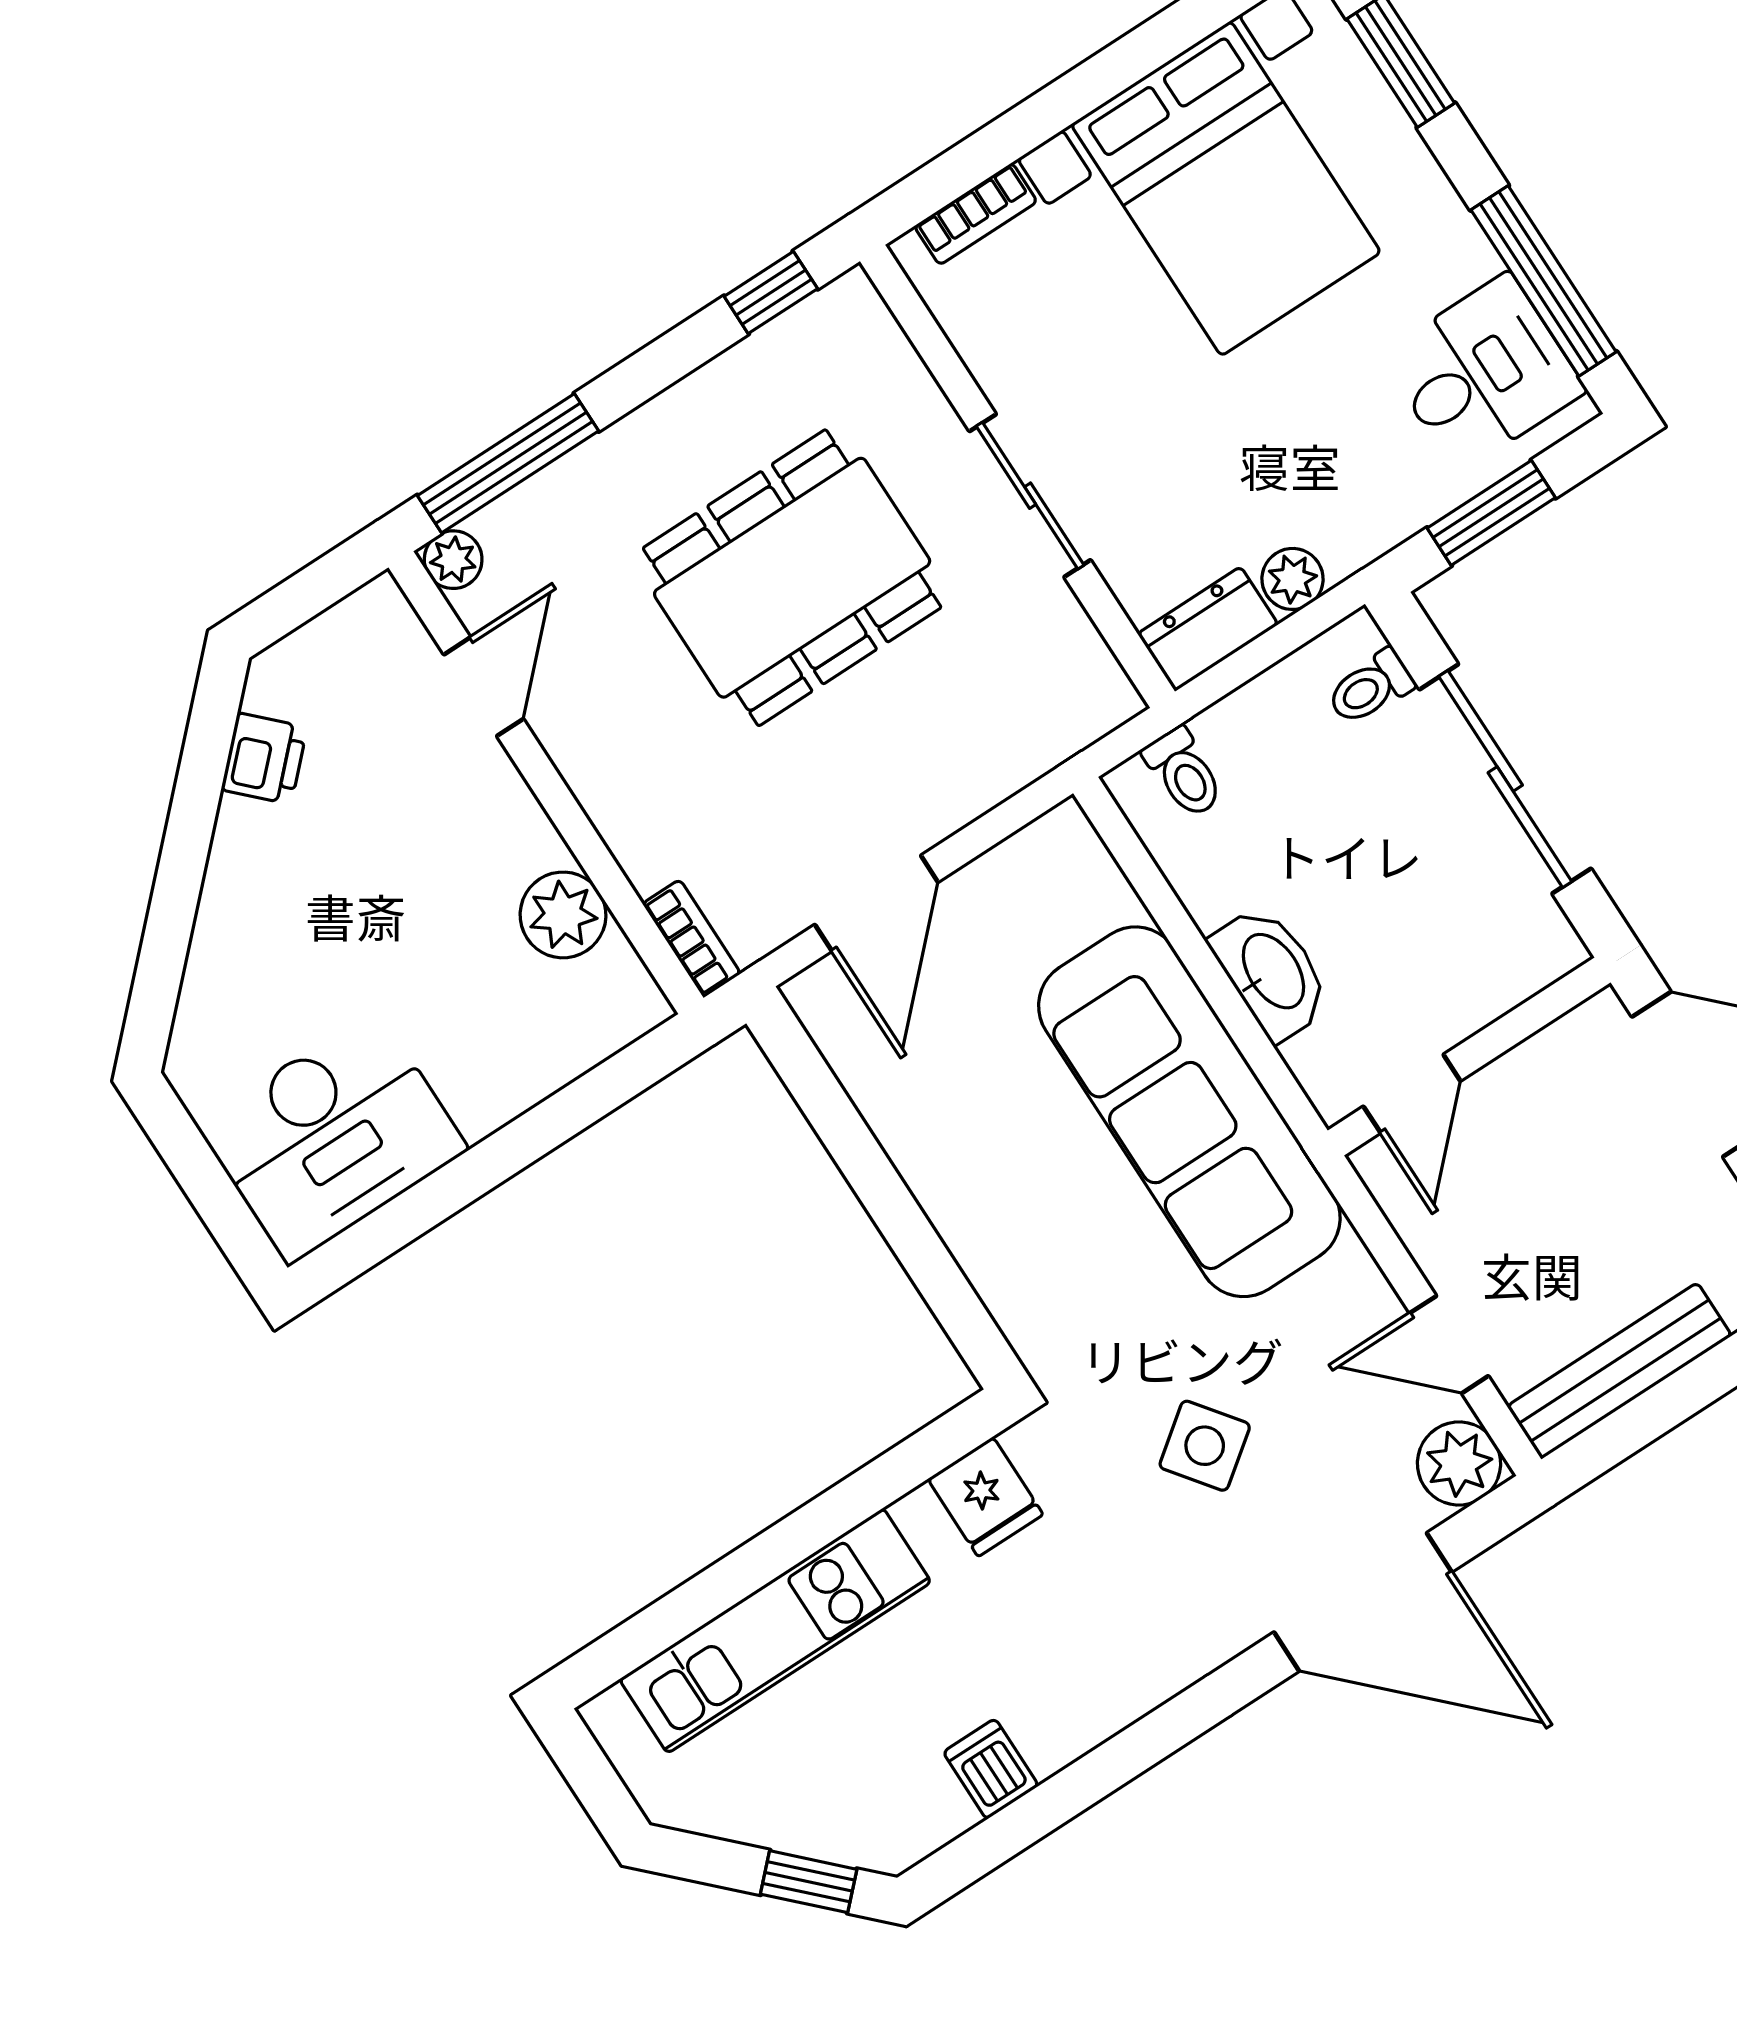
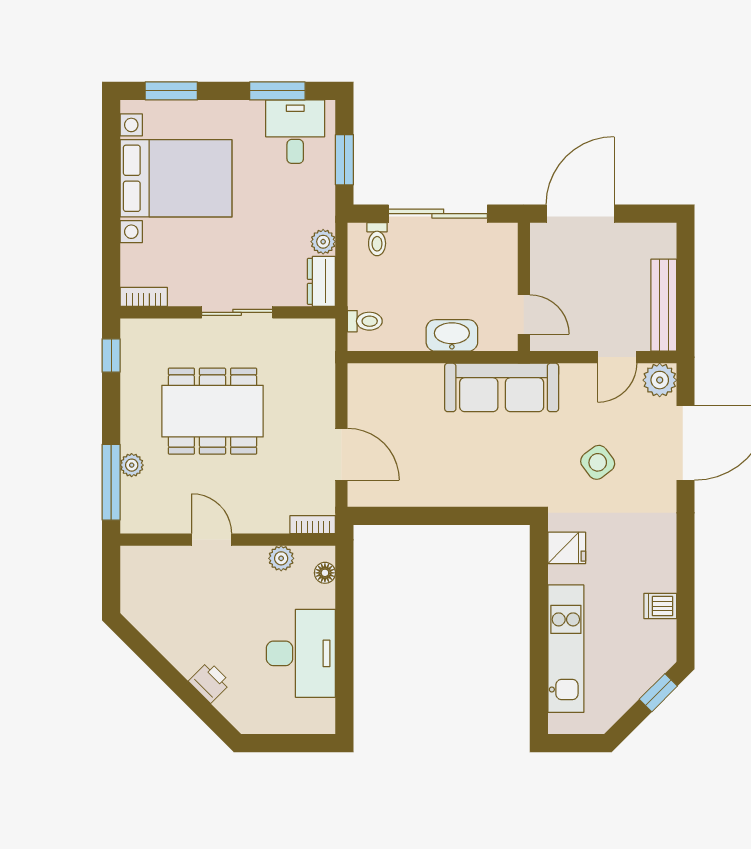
bookcase: (976, 214) -> (144, 297), moved, turned -90
window: (1543, 281) -> (277, 91), width x0.69
plant: (453, 560) -> (132, 465), moved
dining table: (792, 578) -> (212, 411), turned 90
door: (484, 687) -> (212, 540), moved
printer: (264, 758) -> (210, 682), moved
plant: (563, 915) -> (281, 558), width x0.73, depth x0.73
floor lamp: (608, 1029) -> (325, 573), added
sofa: (1189, 1112) -> (502, 387), width x0.74, depth x0.79
desk: (332, 1137) -> (301, 653), moved

